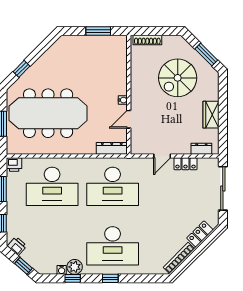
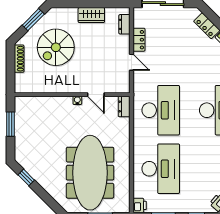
shoe rack: (147, 40) -> (19, 59), moved
window: (21, 69) -> (26, 177), moved
spiral stairs: (178, 78) -> (56, 47), turned 90
dresser: (112, 148) -> (124, 106), width x0.70

